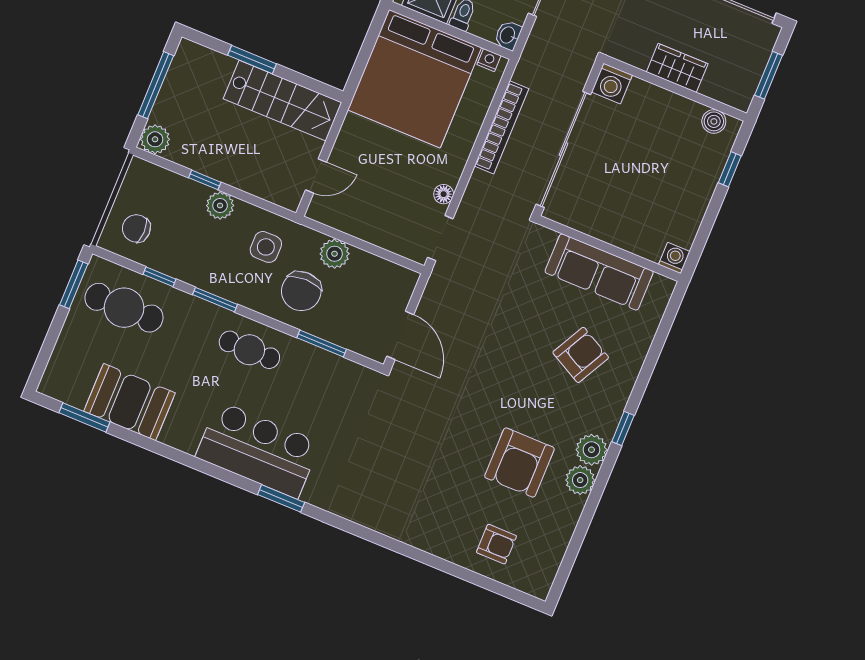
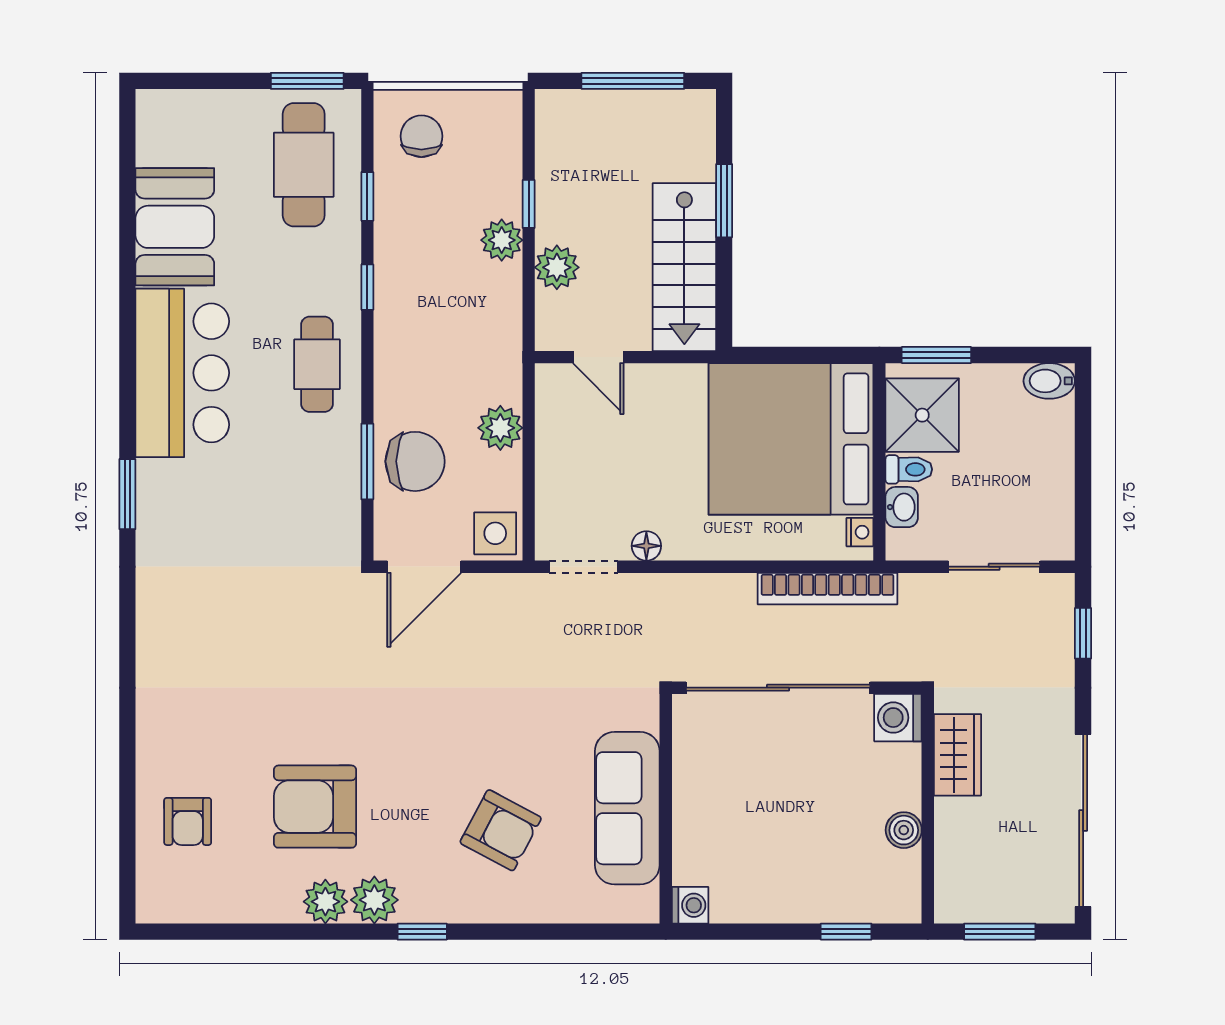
washbasin: (508, 35) -> (902, 507), moved, turned 90
wardrobe: (677, 68) -> (957, 755), moved
boiler: (714, 121) -> (904, 830), moved
bookcase: (502, 127) -> (828, 589), moved
plant: (155, 139) -> (557, 267), moved
side table: (266, 247) -> (495, 533), moved
chair: (301, 291) -> (415, 461), moved, turned 180
window: (215, 300) -> (367, 287), width x0.67
window: (84, 417) -> (127, 173), removed
bar counter: (258, 450) -> (182, 373), moved

